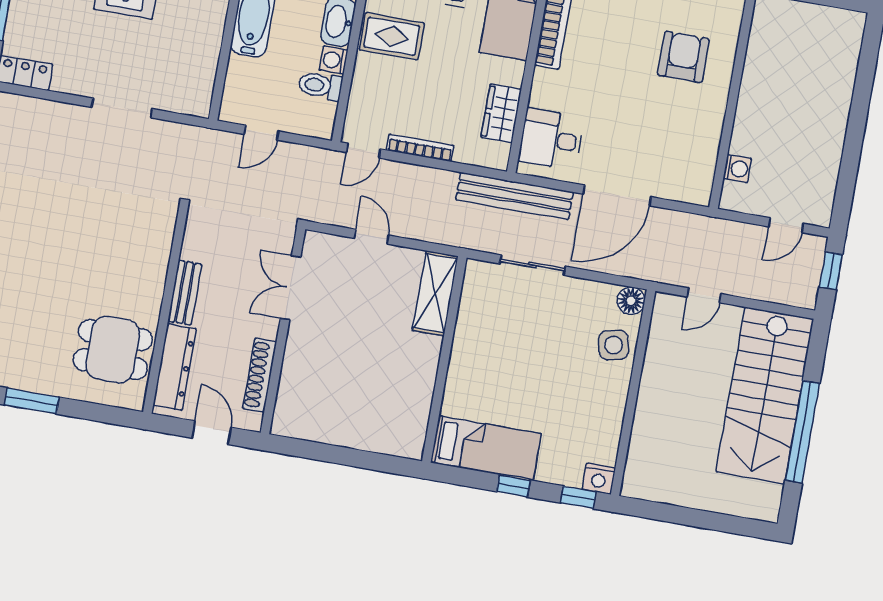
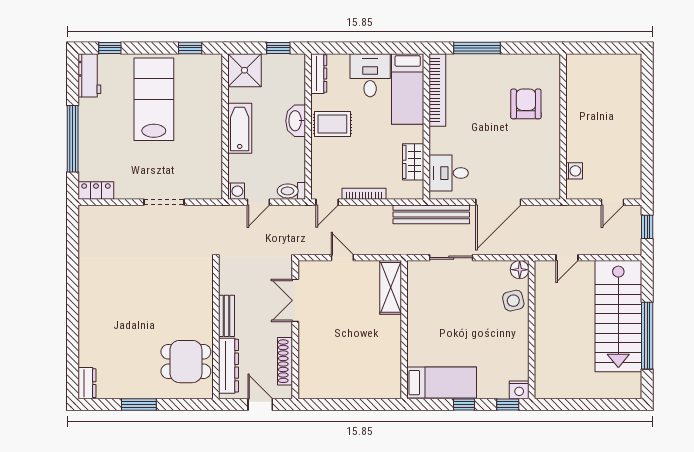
washing machine: (334, 60) -> (236, 191), moved, turned 180
toilet: (320, 86) -> (291, 191), moved

